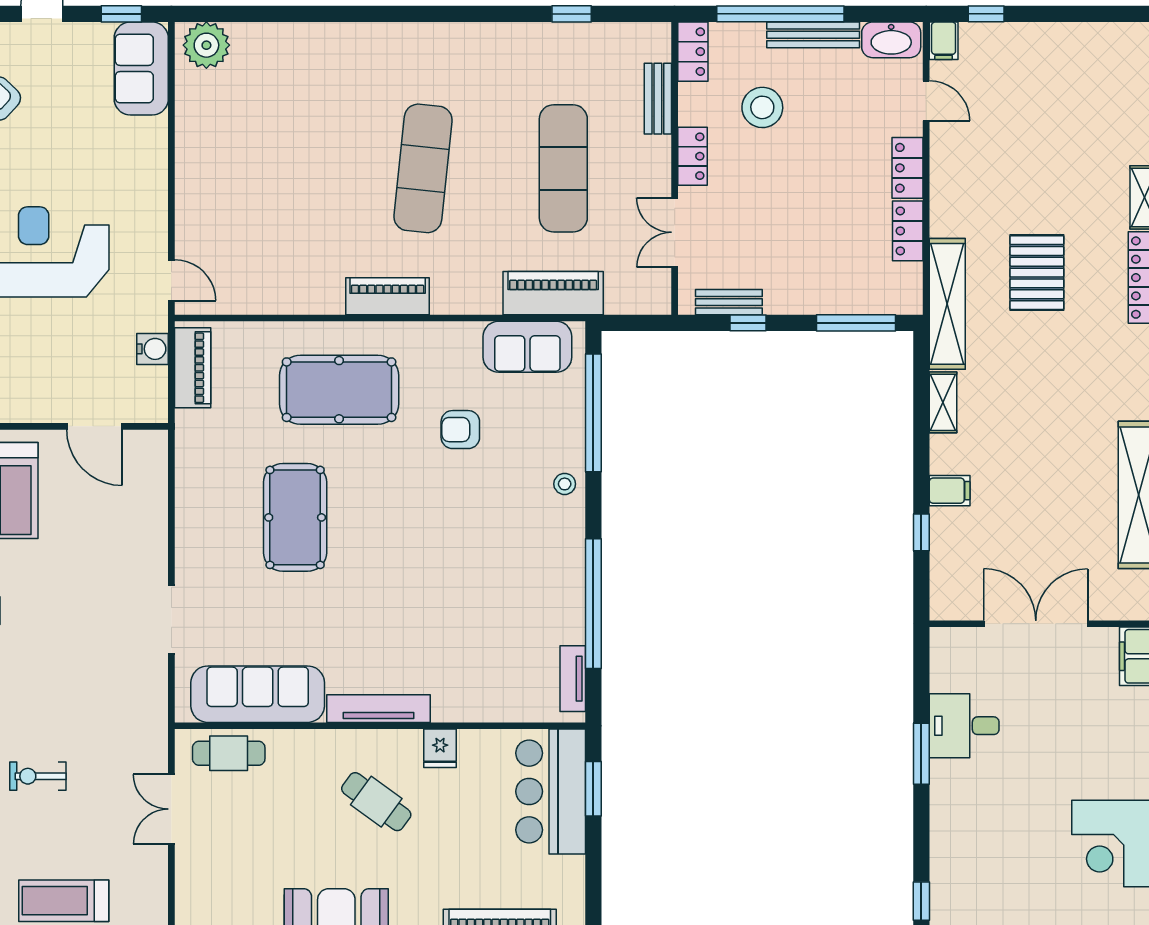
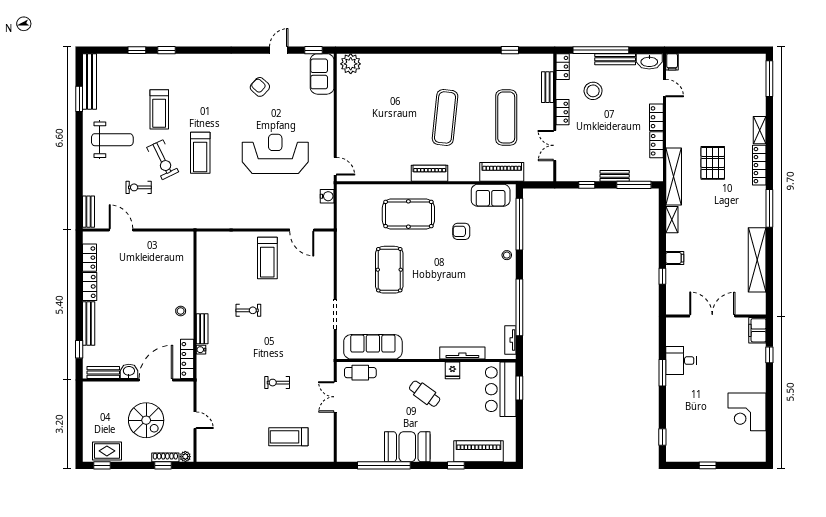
window: (986, 14) -> (691, 50), removed
bench: (729, 302) -> (615, 176), moved
piano: (193, 368) -> (345, 204), removed
tv unit: (378, 709) -> (462, 353), moved

